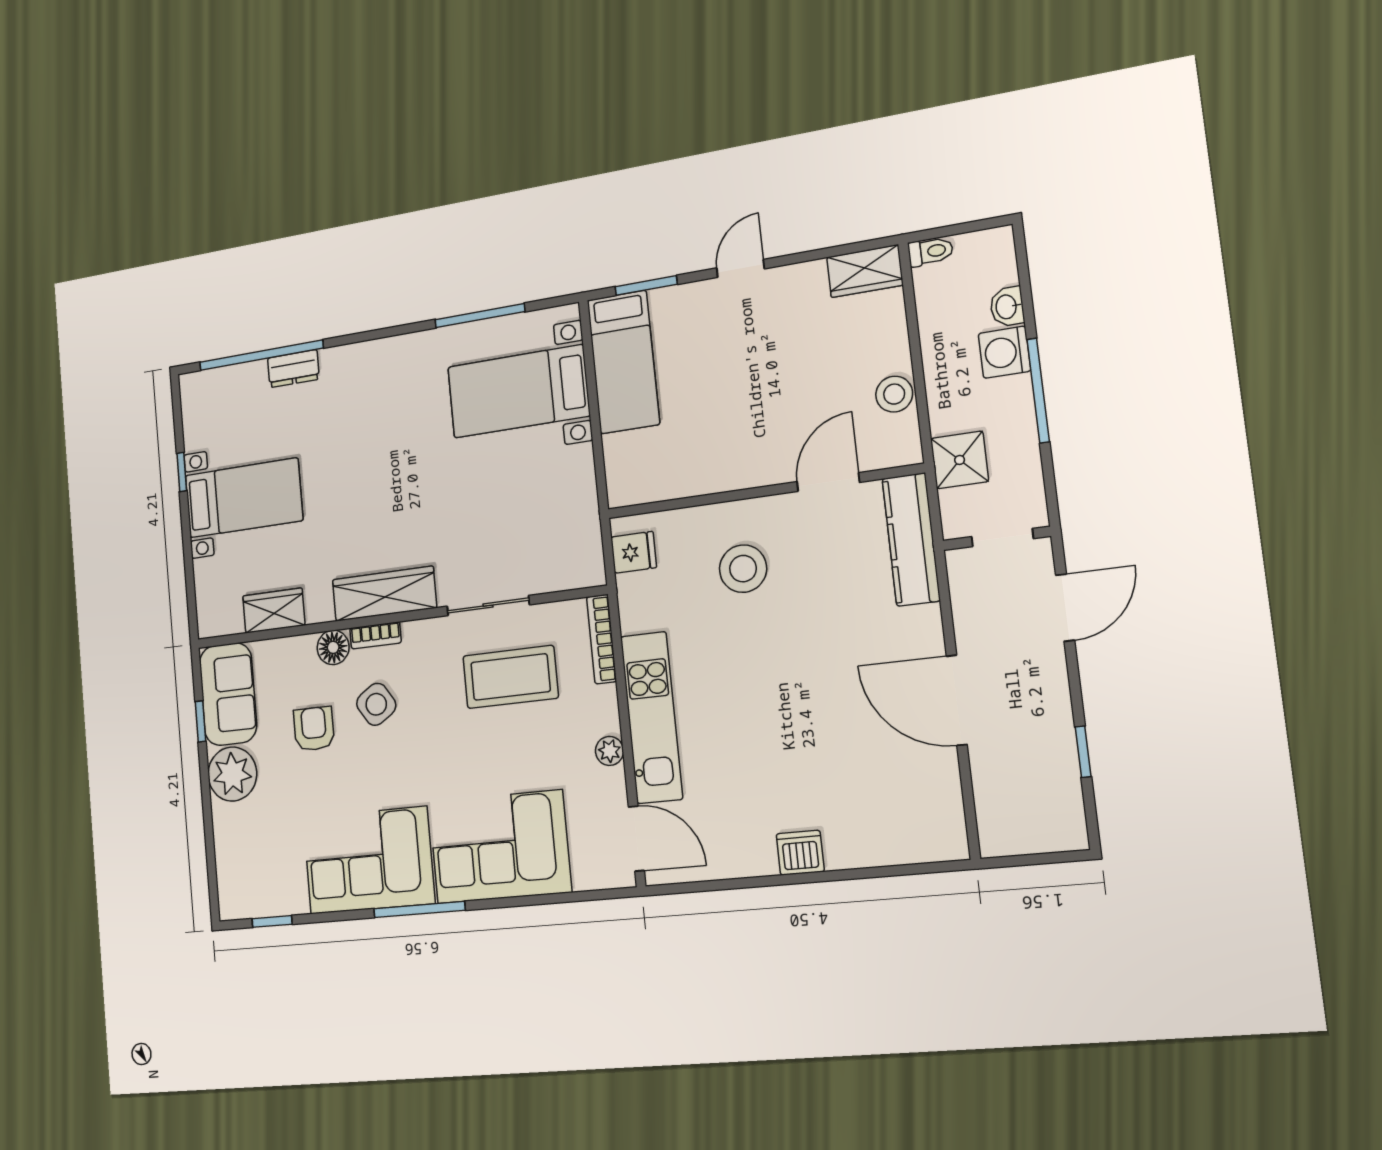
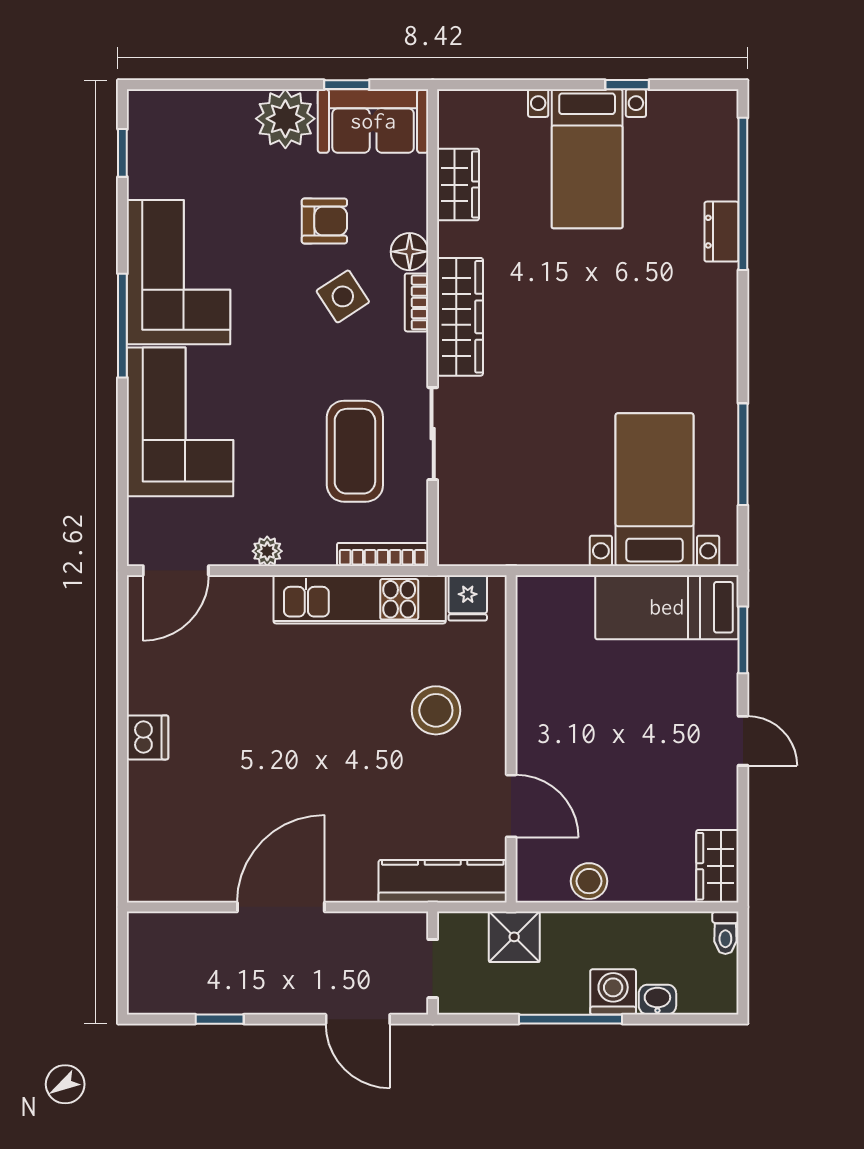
kitchen unit: (652, 717) -> (360, 599), moved

